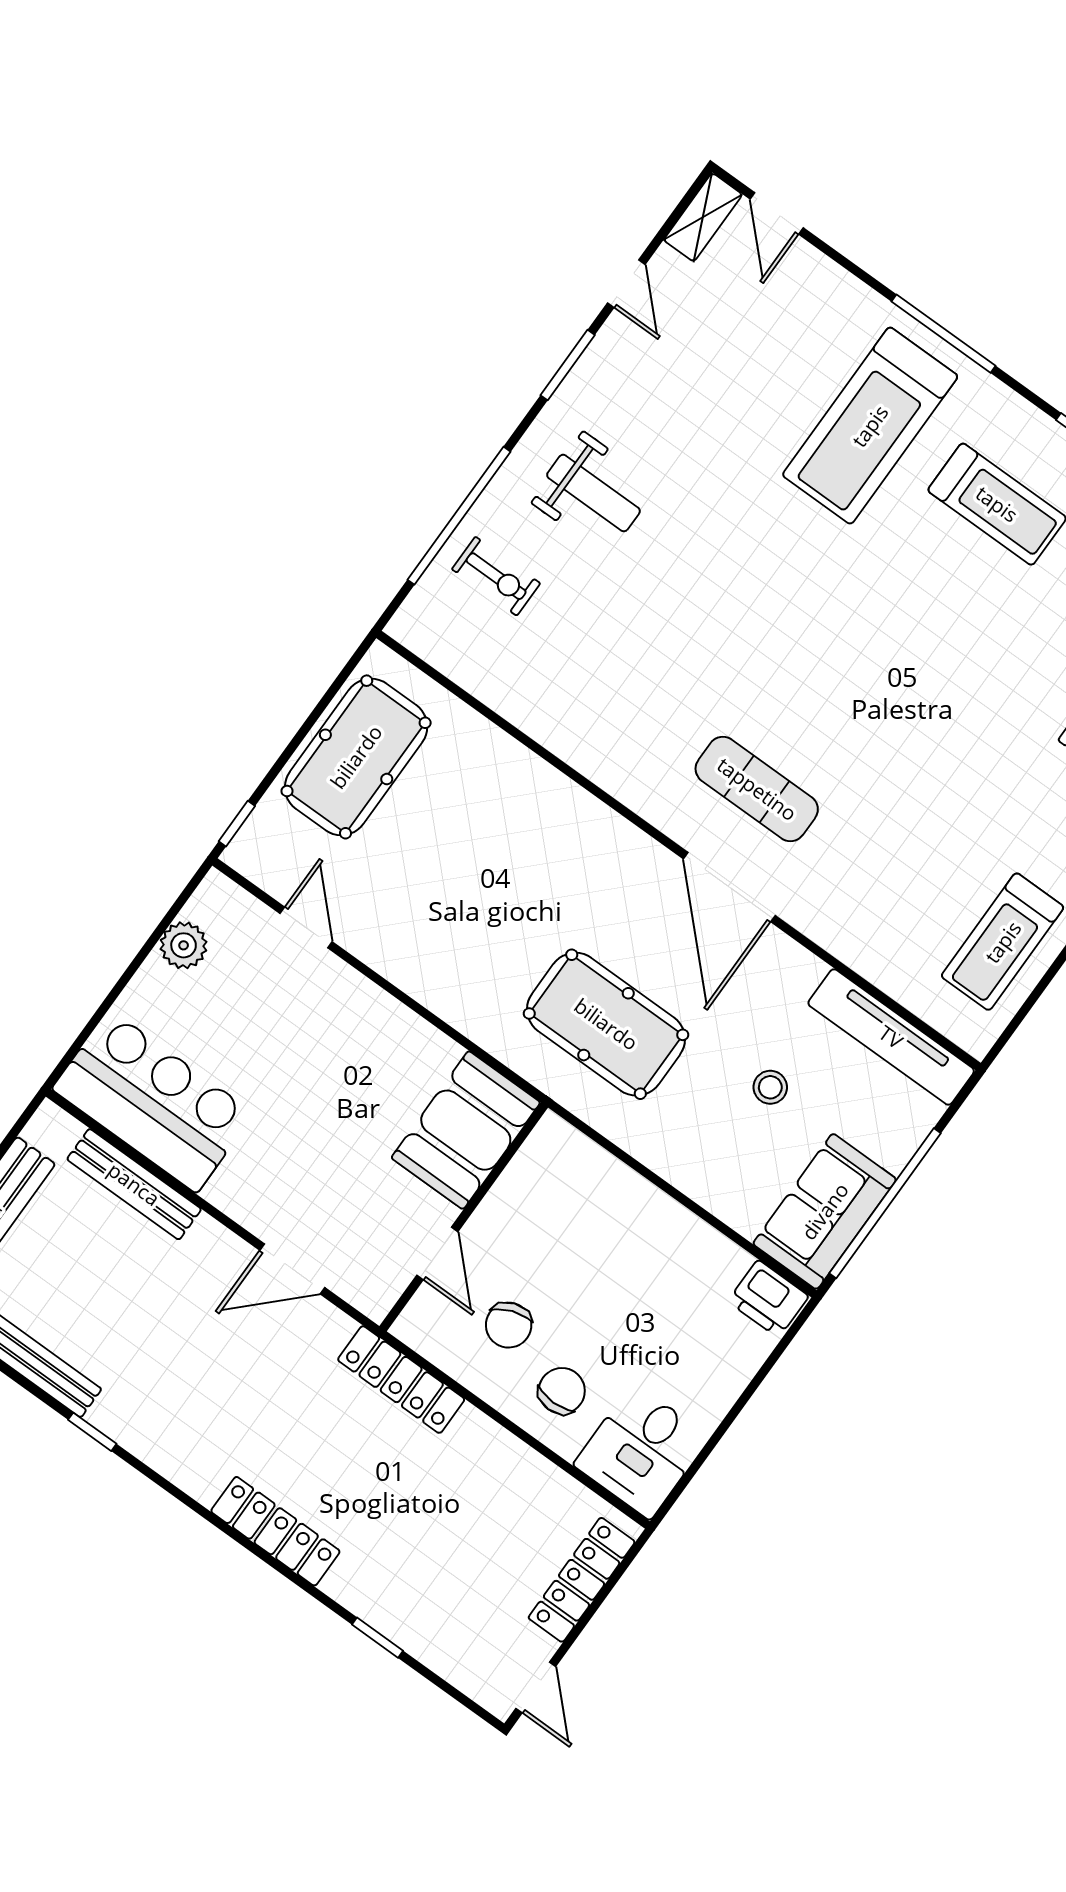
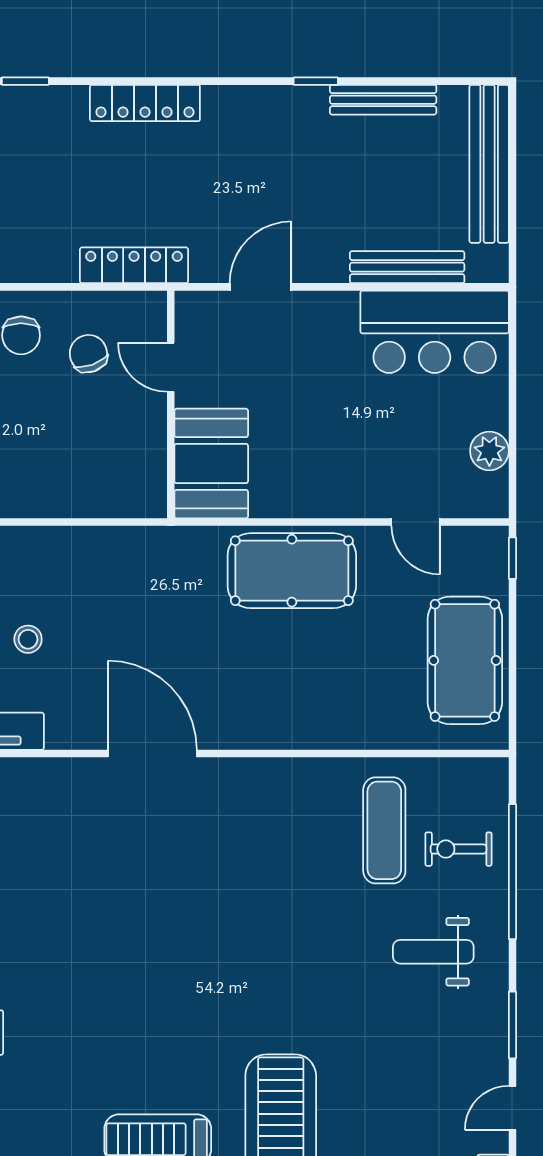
door: (626, 284) -> (512, 1108), hinge flipped
exercise mat: (757, 789) -> (384, 830), moved, turned 90
pool table: (606, 1024) -> (292, 571), moved

